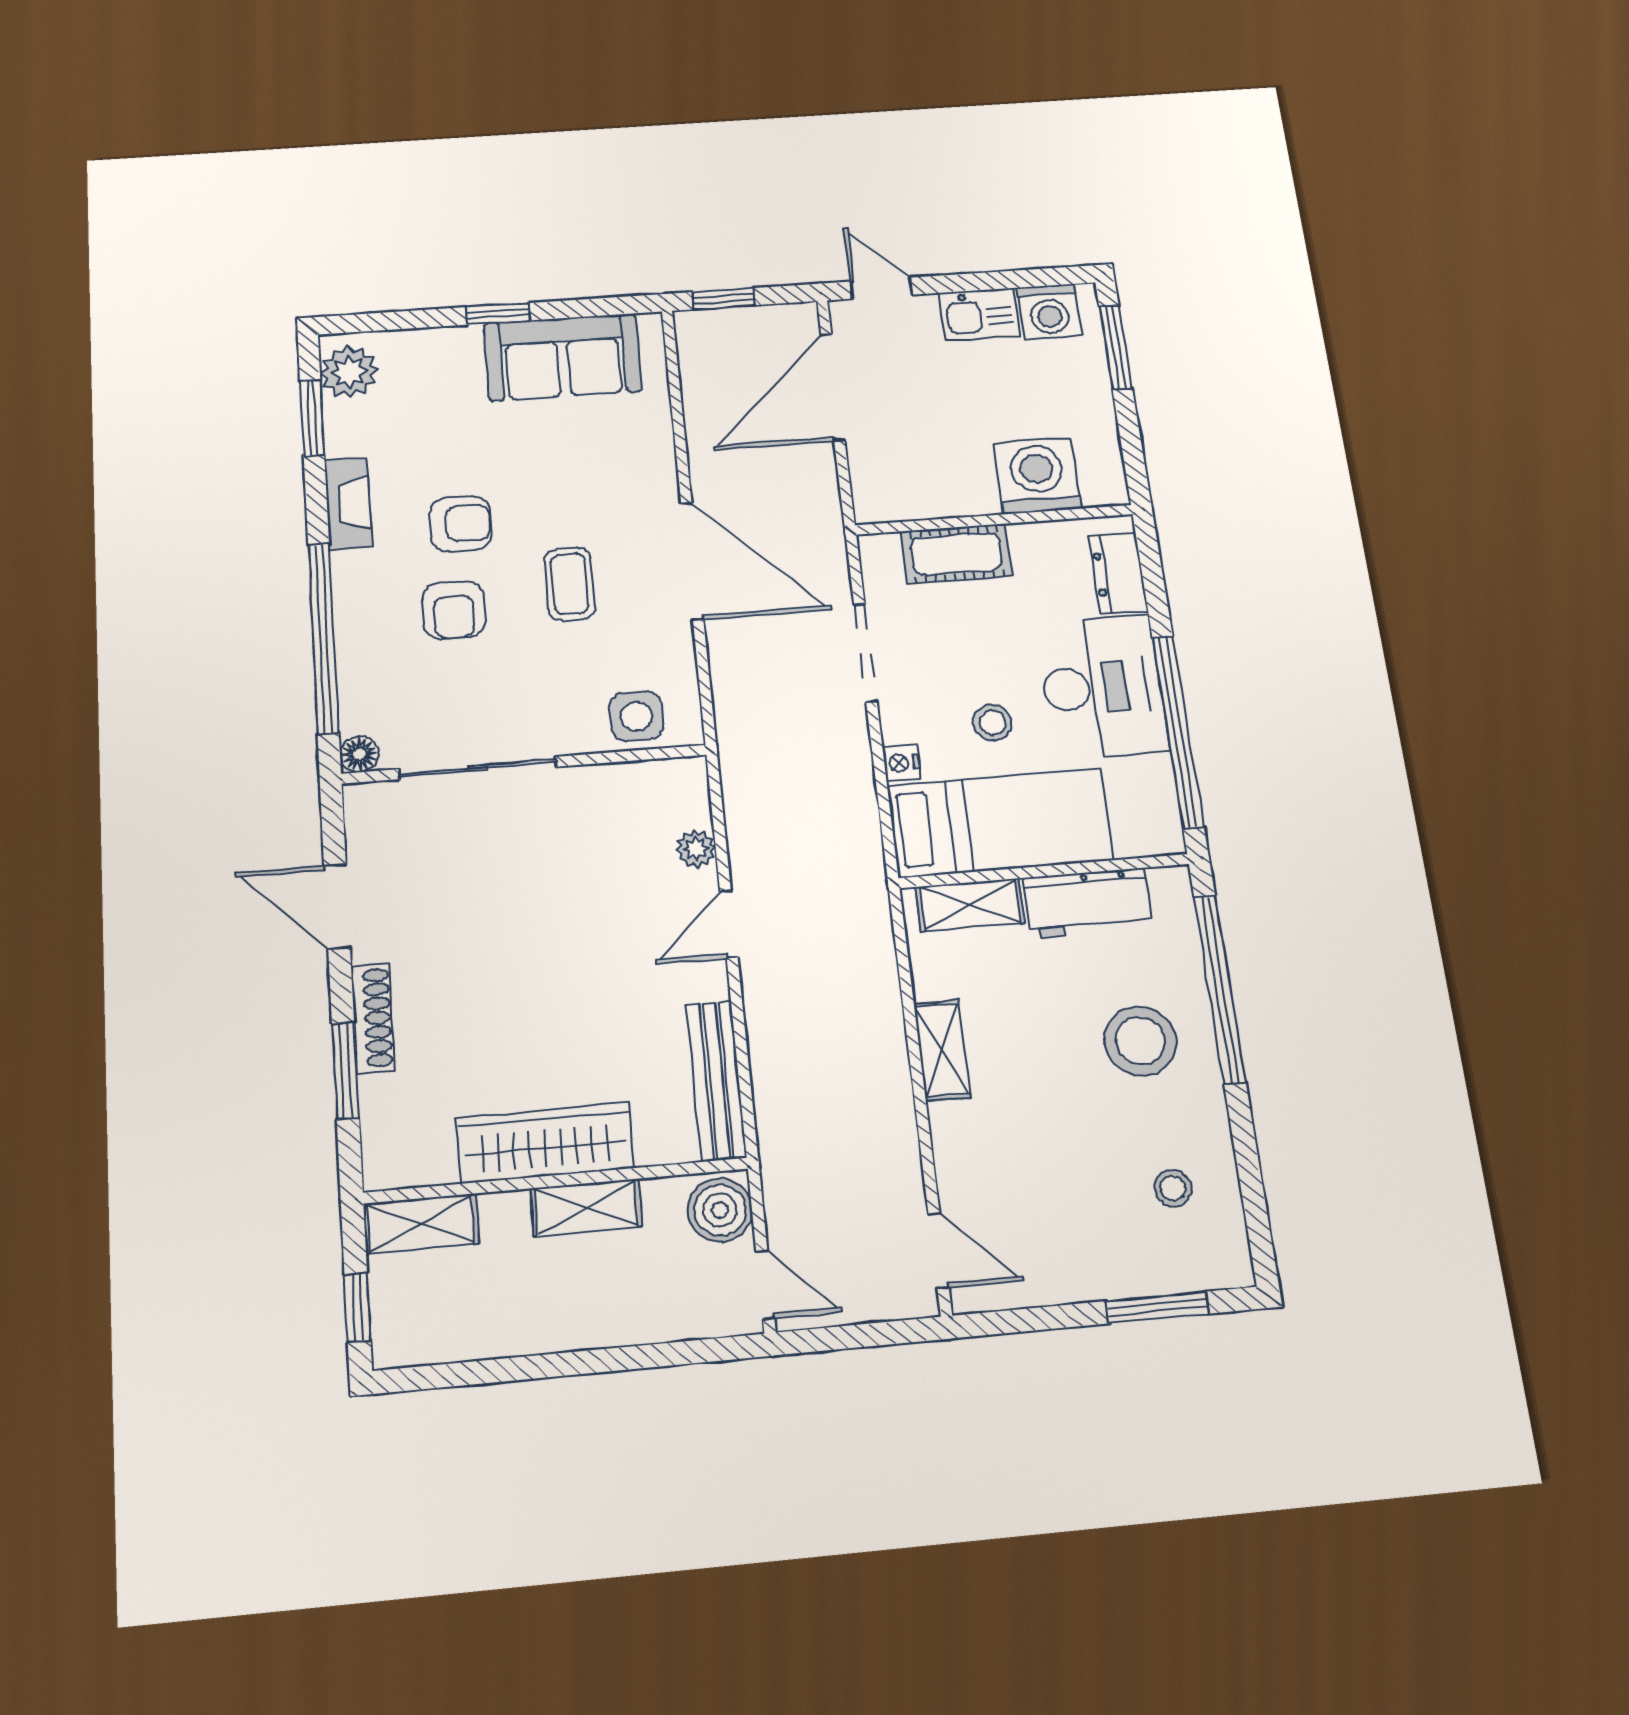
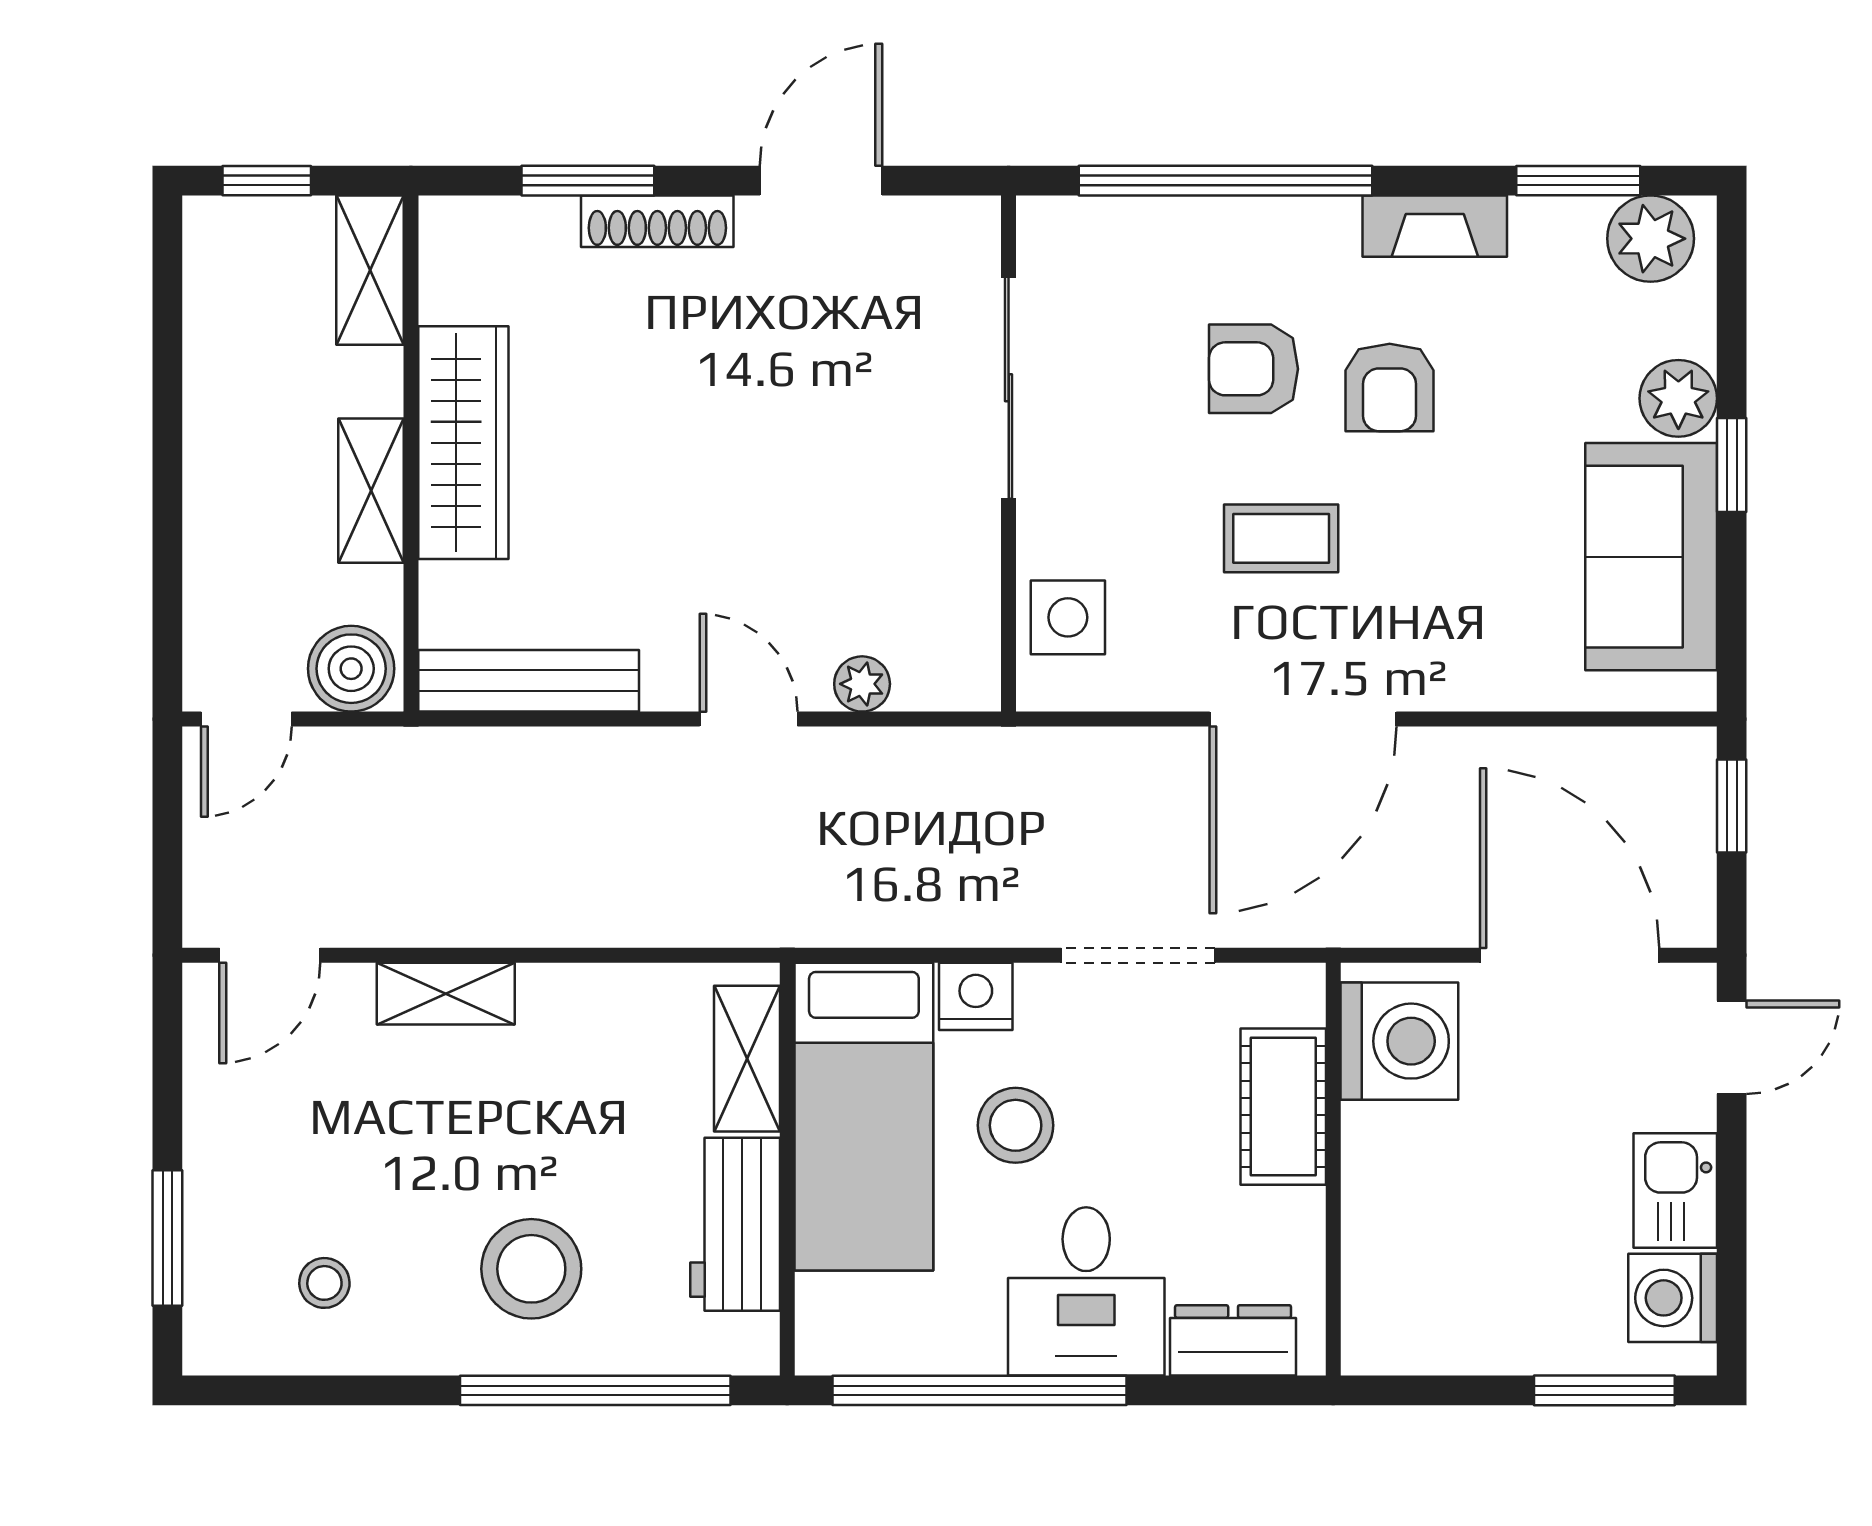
plant: (456, 348) -> (1678, 398), added
washing machine: (1037, 476) -> (1399, 1041), moved
desk: (1102, 687) -> (1086, 1291), width x0.73
stool: (992, 723) -> (1016, 1125), width x1.37, depth x1.37
floor lamp: (359, 754) -> (1043, 223), removed
nightstand: (902, 763) -> (976, 996), width x1.39, depth x1.35
shelving: (942, 1050) -> (446, 994), moved

